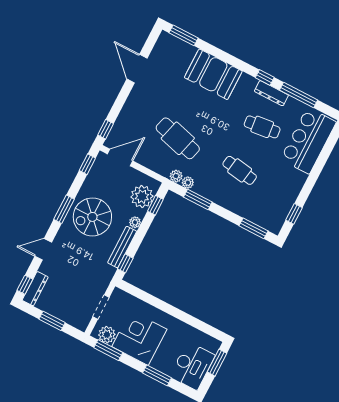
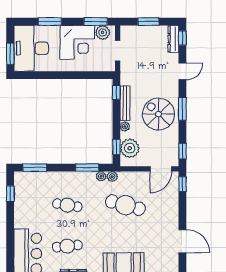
spiral stairs: (92, 217) -> (159, 114), turned -90
desk: (192, 366) -> (31, 48), width x1.36, depth x1.30

